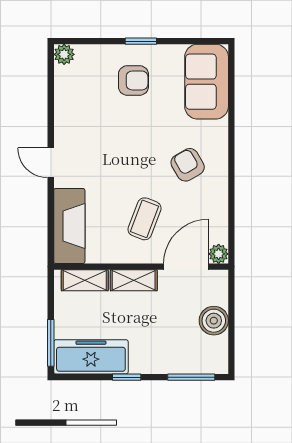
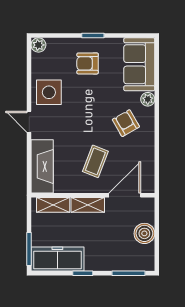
armchair: (133, 80) -> (88, 63), turned 180
side table: (79, 121) -> (49, 92), added
plant: (219, 254) -> (148, 99), moved

